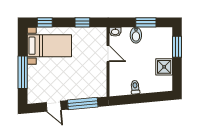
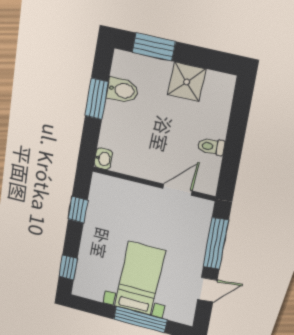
bidet: (136, 35) -> (122, 90), moved
bed with nightstands: (49, 46) -> (139, 279), moved
door: (108, 54) -> (177, 190), moved

